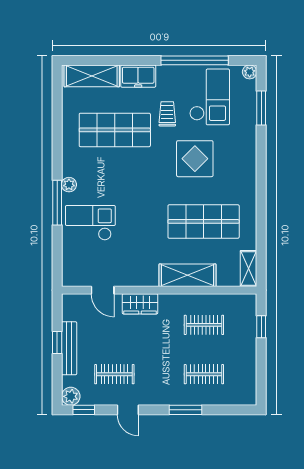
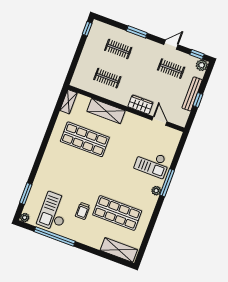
freezer: (138, 76) -> (91, 240), removed
display table: (195, 159) -> (76, 178), removed
window: (261, 327) -> (87, 29), moved
door: (128, 410) -> (171, 45), hinge flipped

